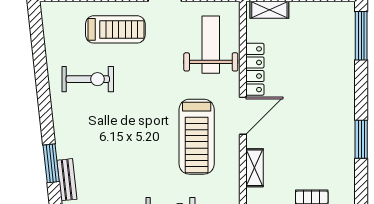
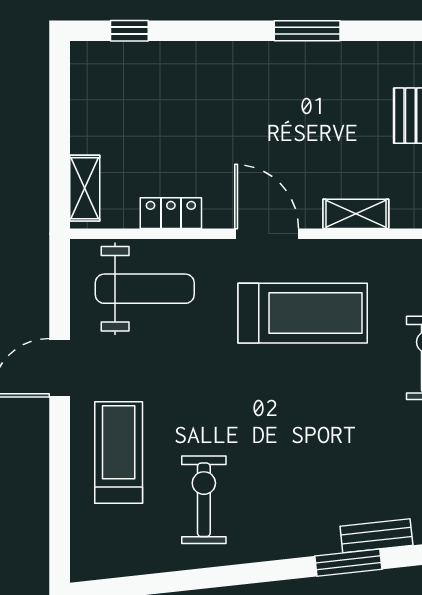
window: (361, 36) -> (129, 31), width x0.46
weight bench: (211, 45) -> (145, 289), turned 180
locker: (255, 69) -> (171, 213), width x0.66

